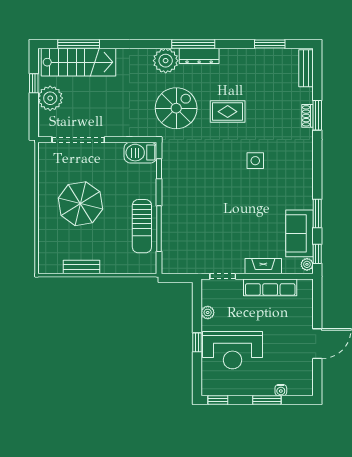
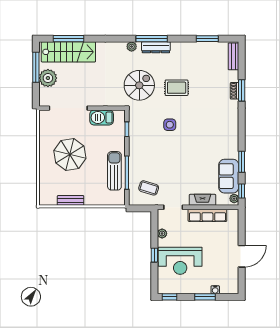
plant: (166, 61) -> (132, 47), width x0.53, depth x0.53
window: (34, 83) -> (36, 67), width x2.17
barbecue: (140, 153) -> (102, 118), moved
side table: (255, 161) -> (170, 125), moved
sun lounger: (142, 226) -> (114, 171), turned 180
coffee table: (189, 250) -> (149, 188), added

